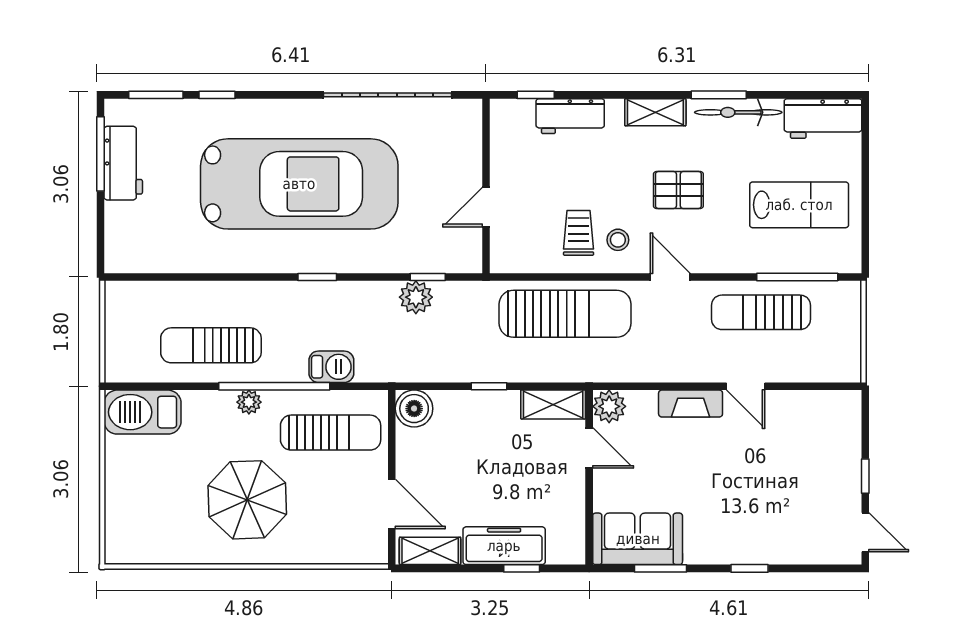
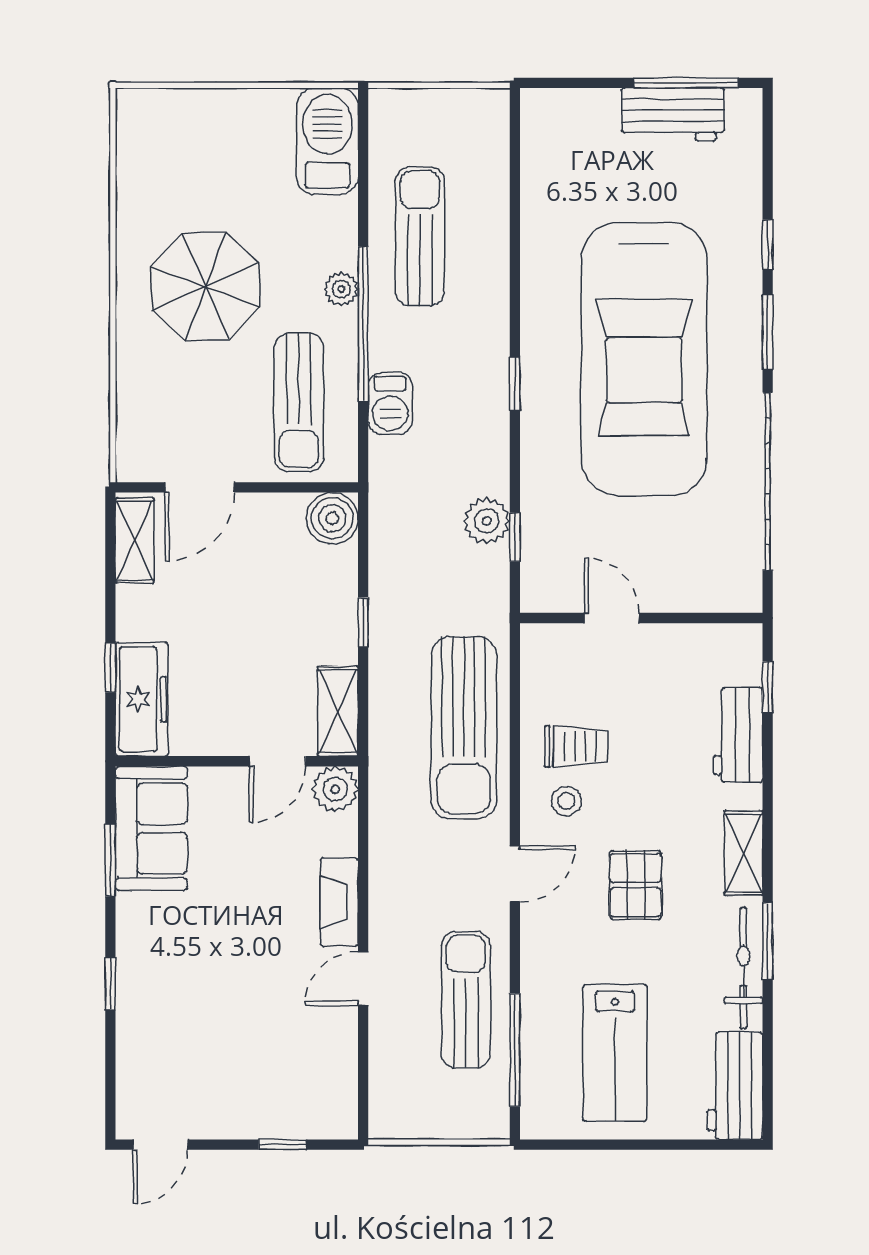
window: (156, 95) -> (768, 332), moved
window: (865, 476) -> (283, 1145), moved
freezer: (504, 546) -> (142, 699), moved

